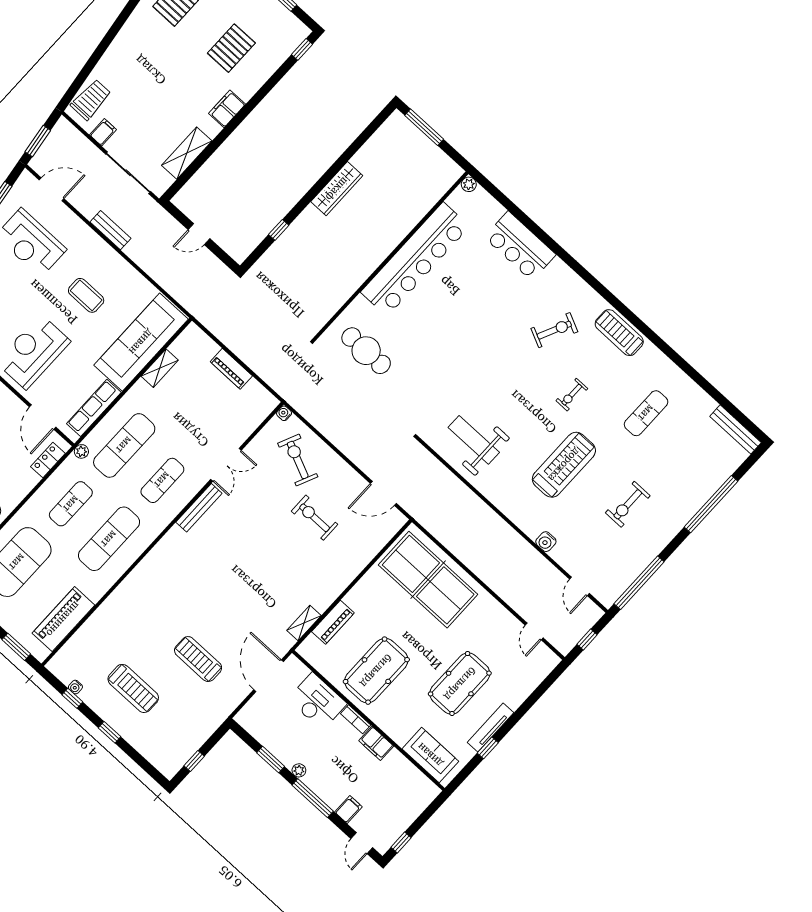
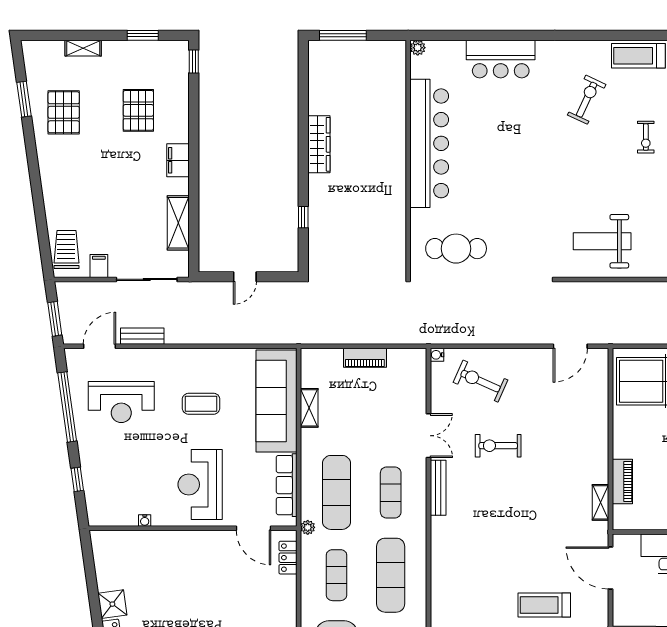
bench: (110, 230) -> (142, 336), moved
exercise bike: (315, 518) -> (498, 446), moved

